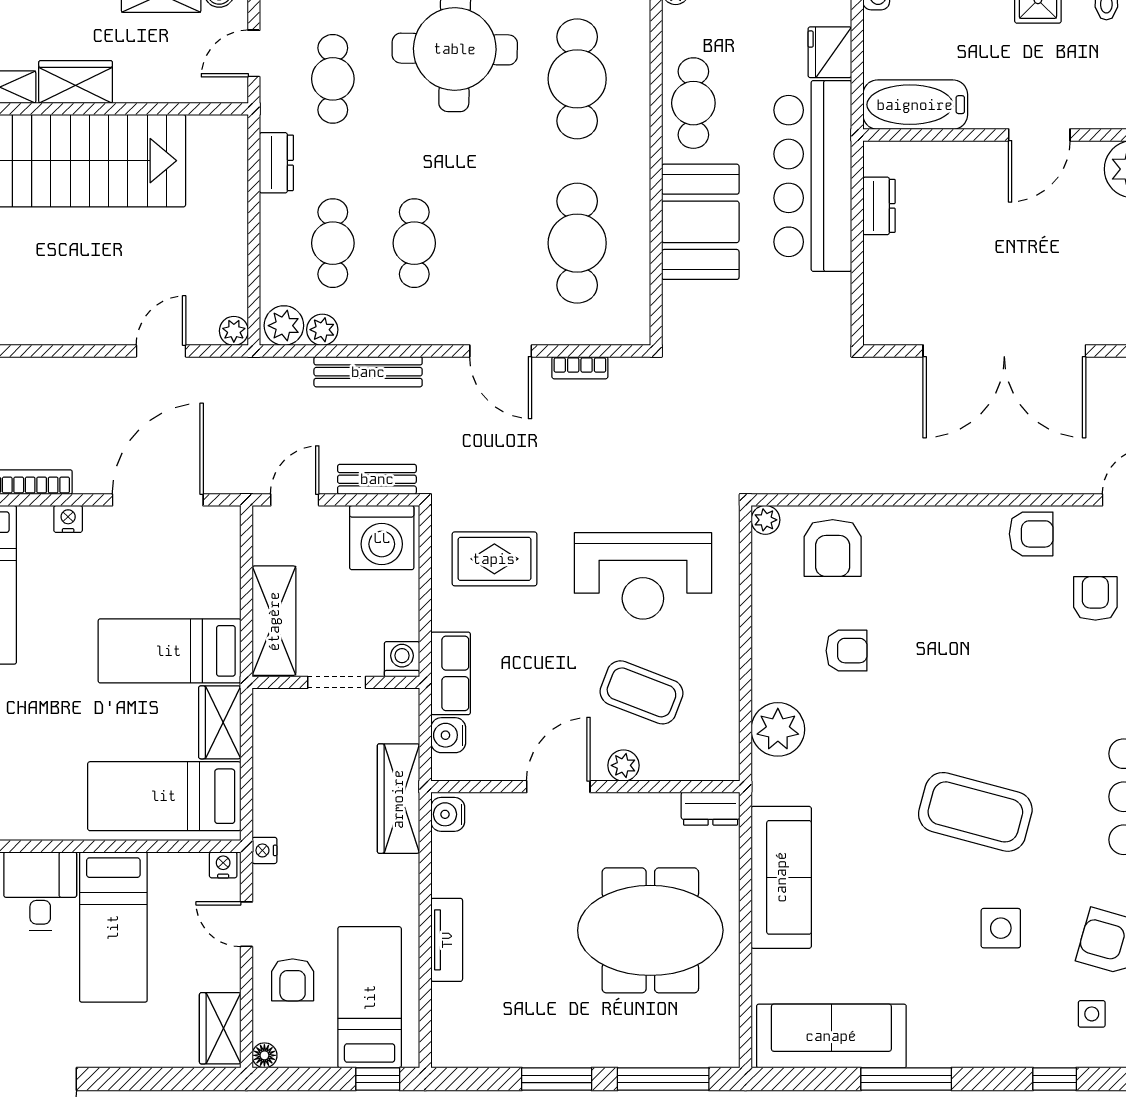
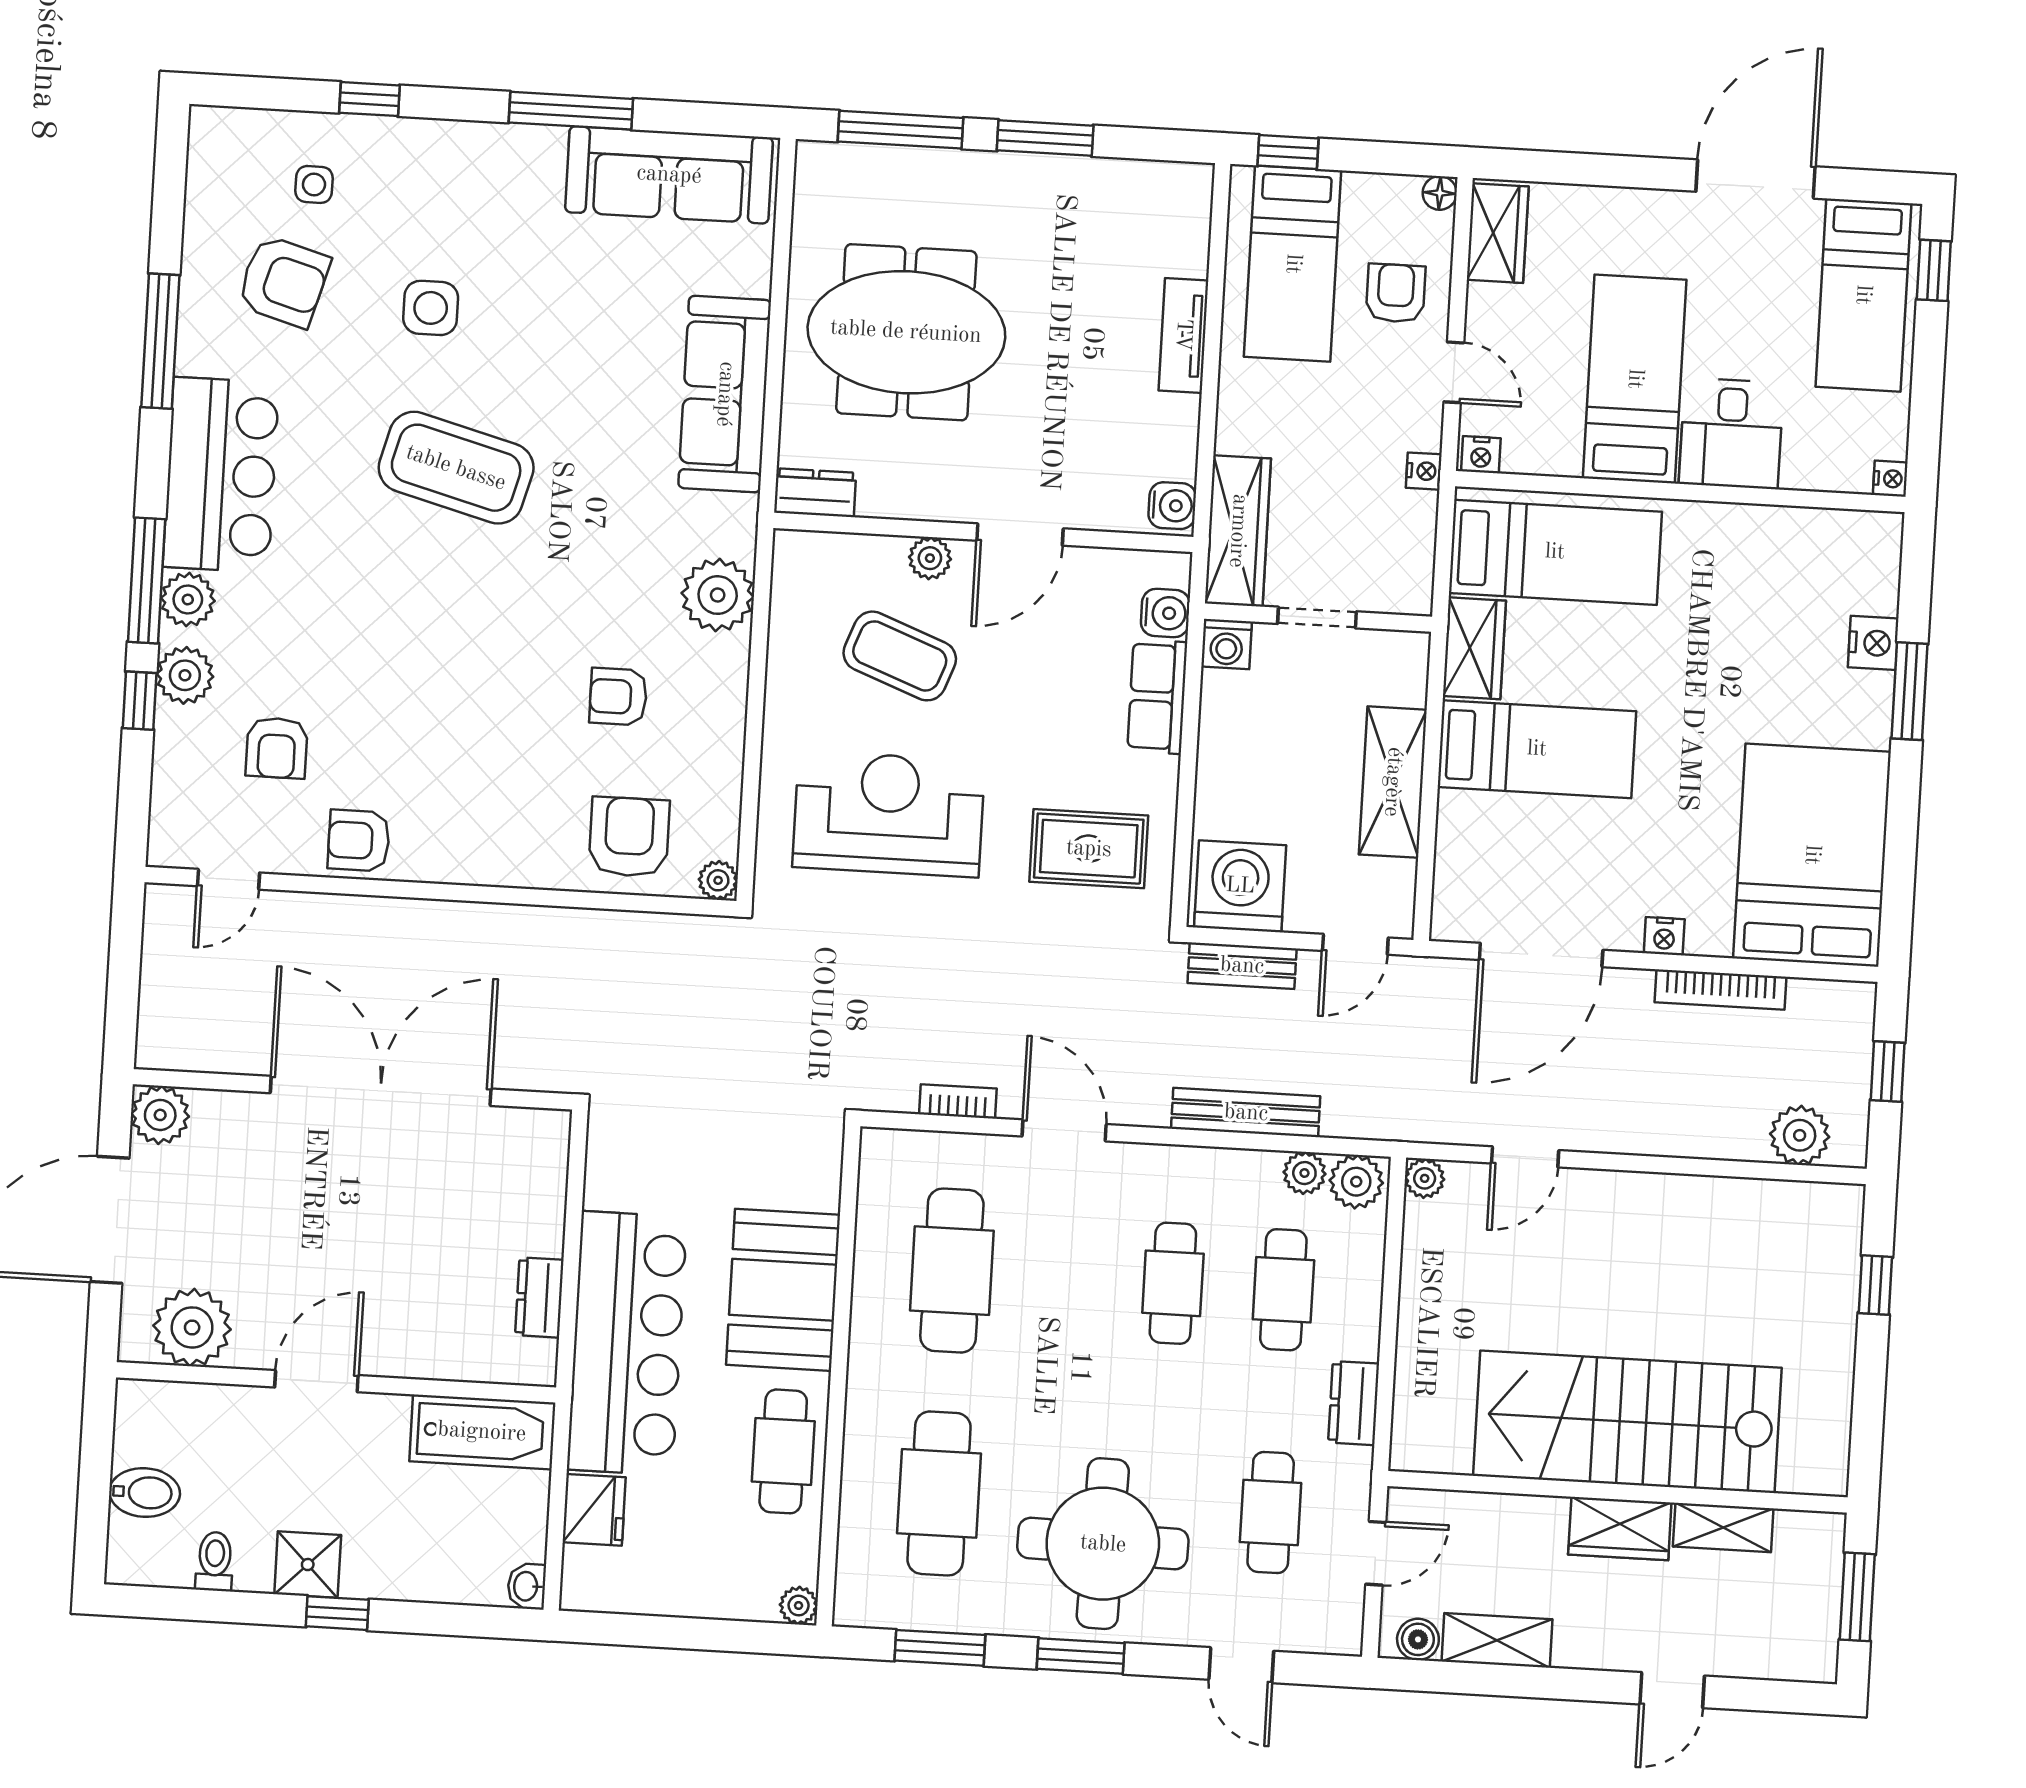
washing machine: (402, 659) -> (1226, 644), moved
wall: (336, 682) -> (1318, 618), moved
doorway: (337, 682) -> (1317, 618), moved

